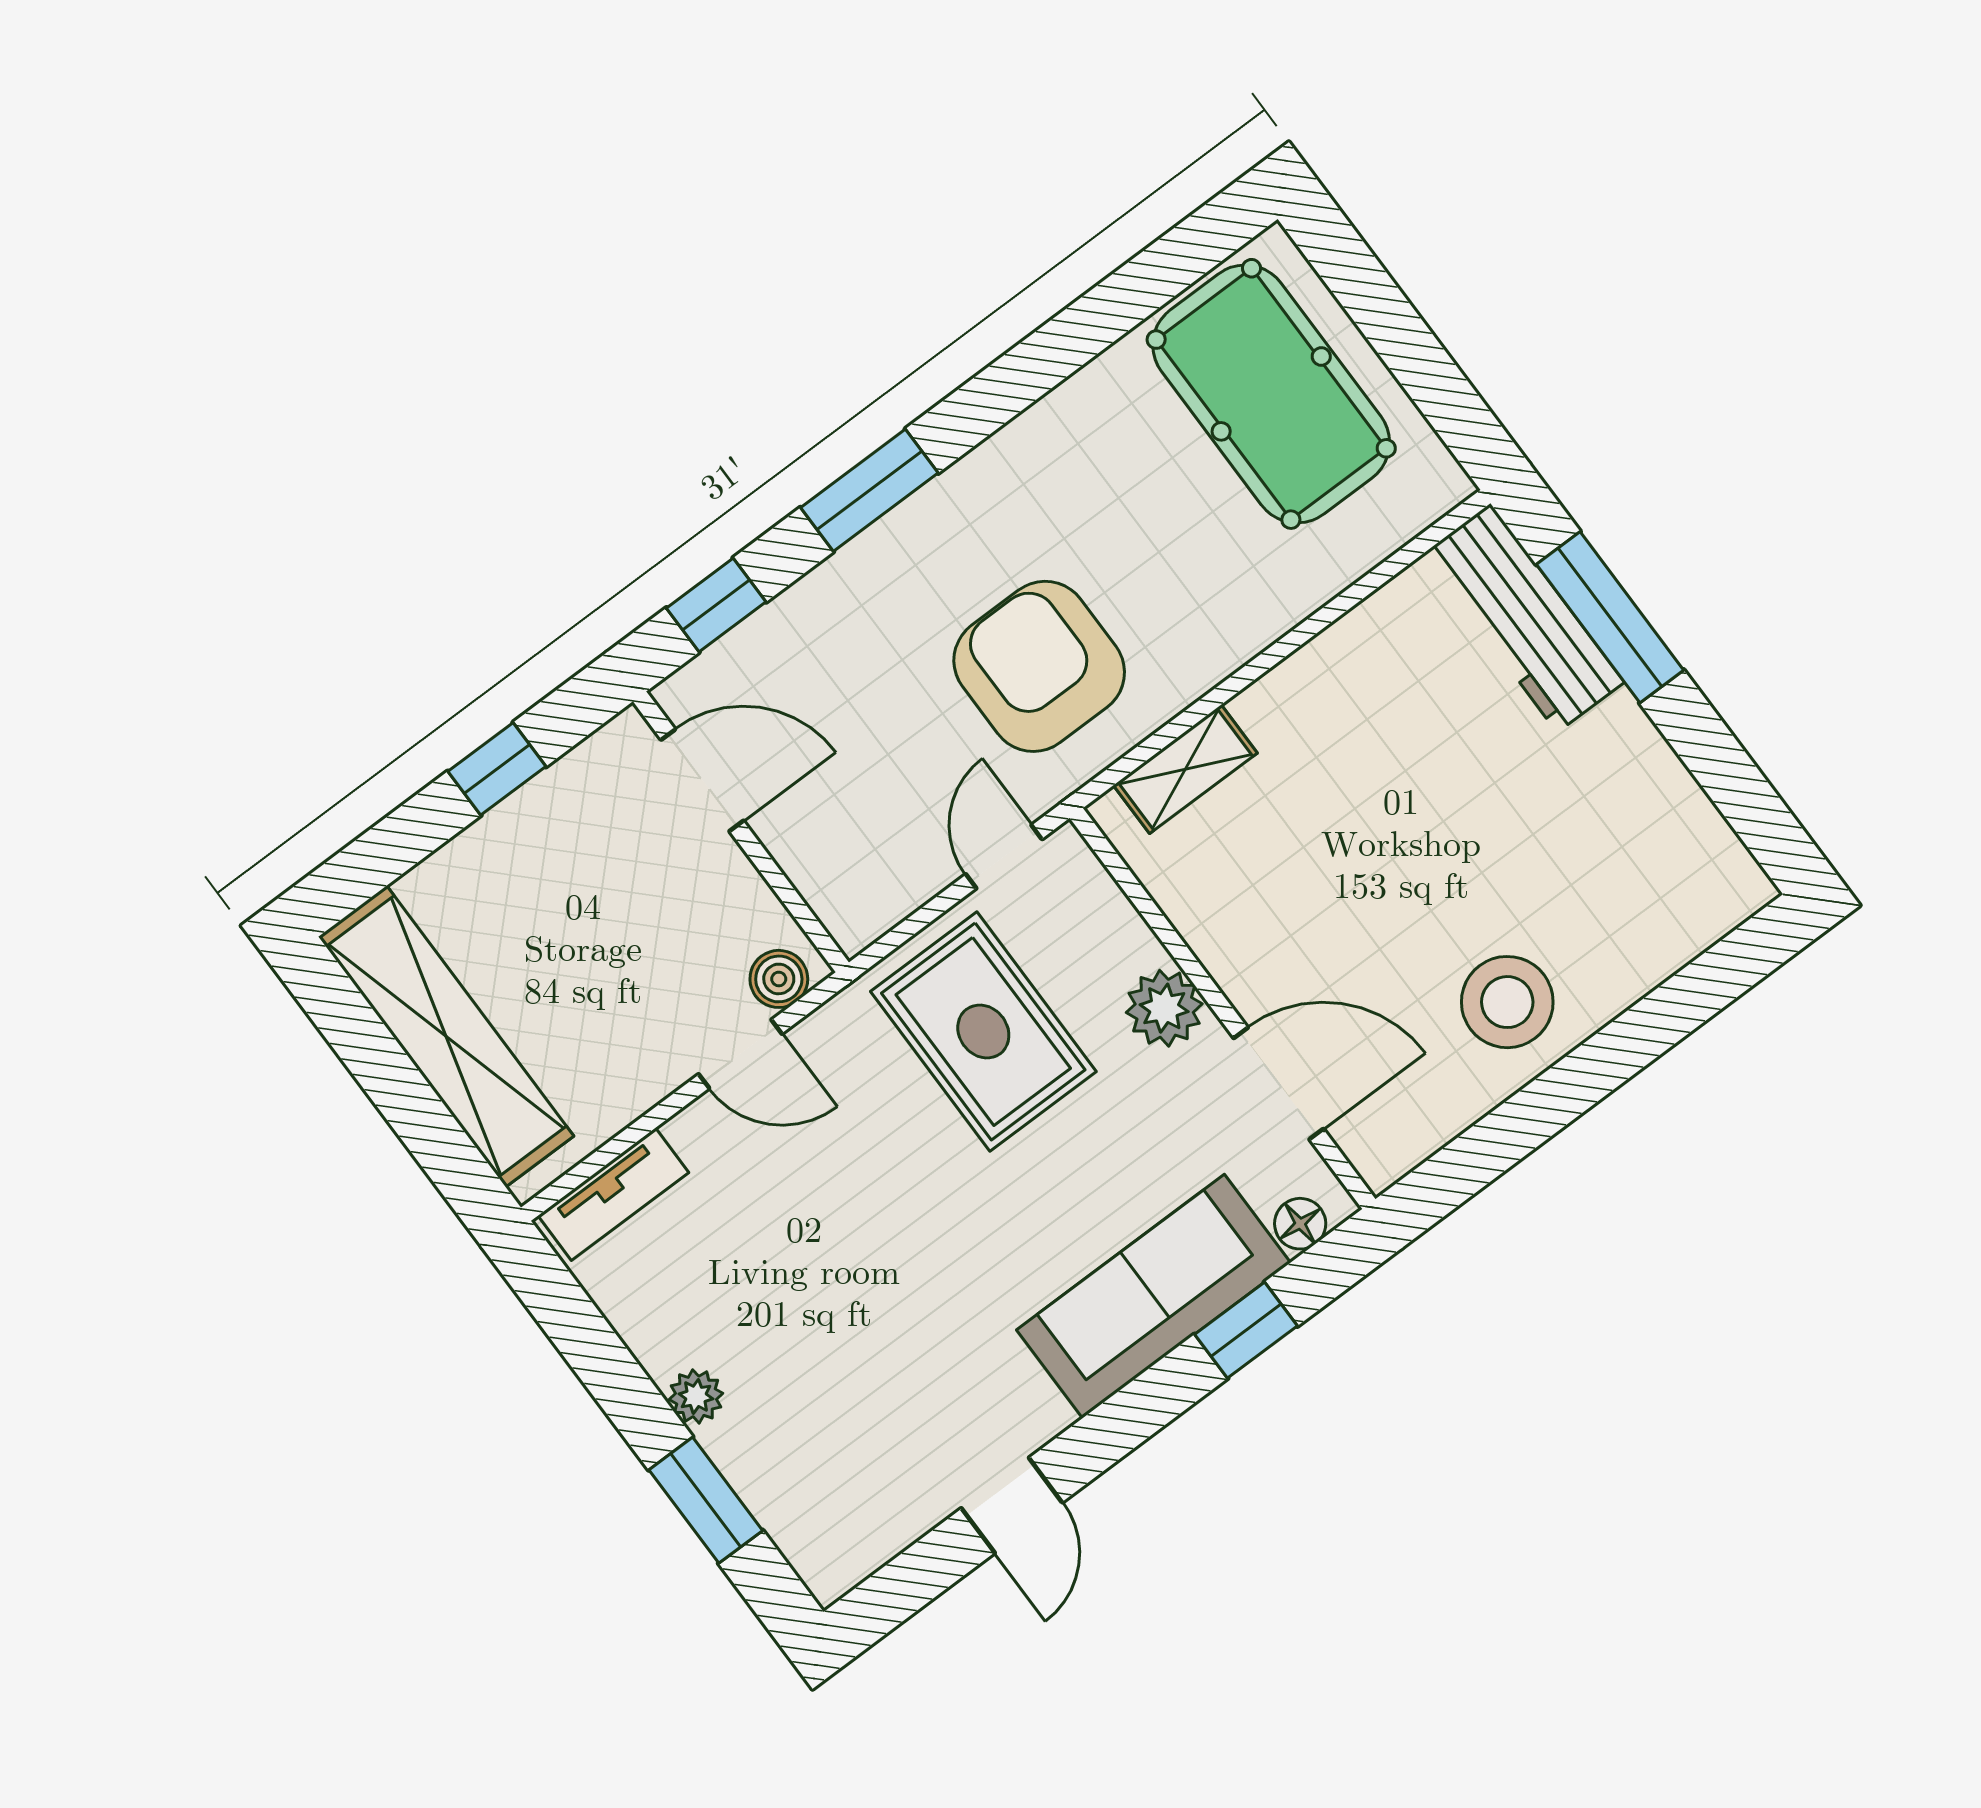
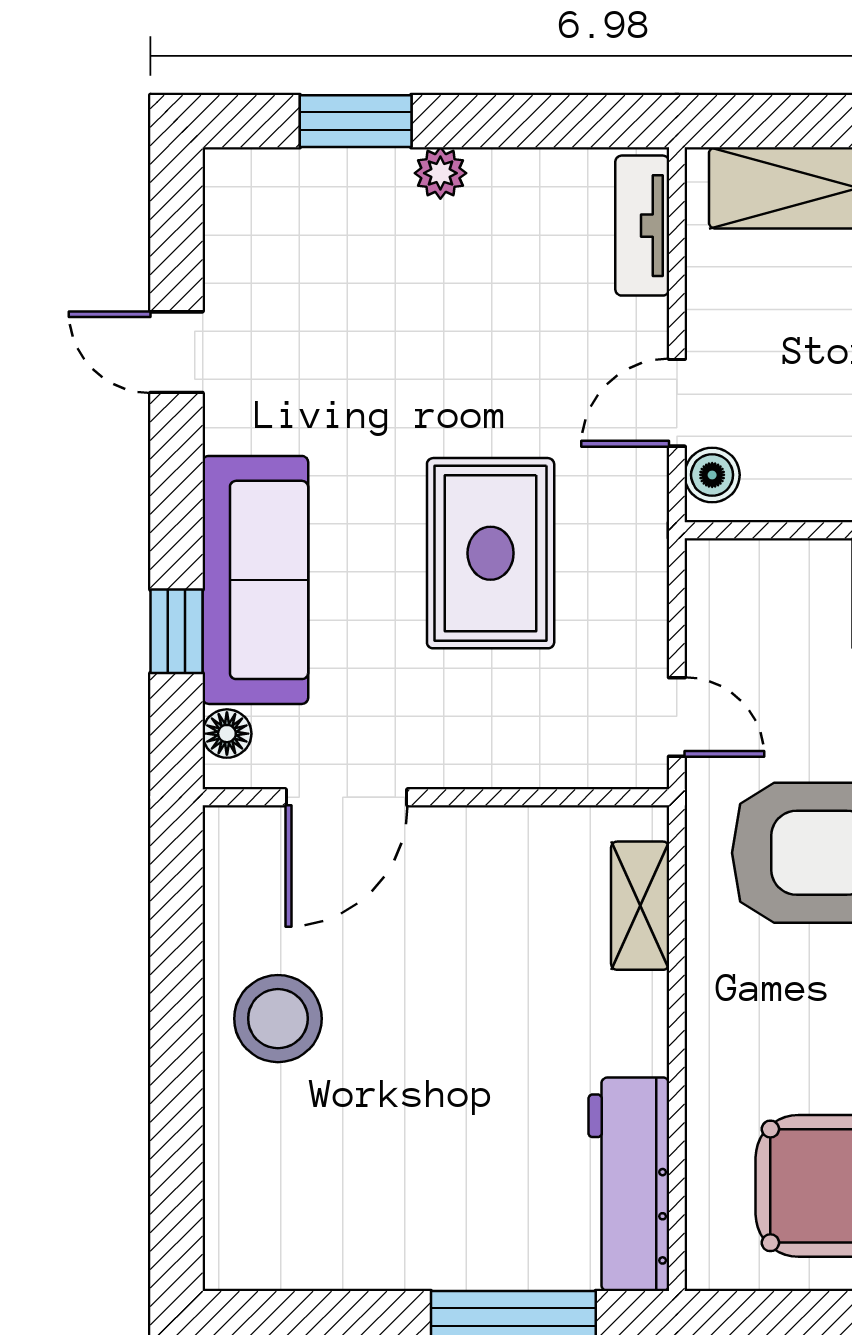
workbench: (1524, 618) -> (629, 1184), moved, turned -90
plant: (1164, 1008) -> (469, 753), removed
rug: (983, 1032) -> (491, 553), moved, turned 90

